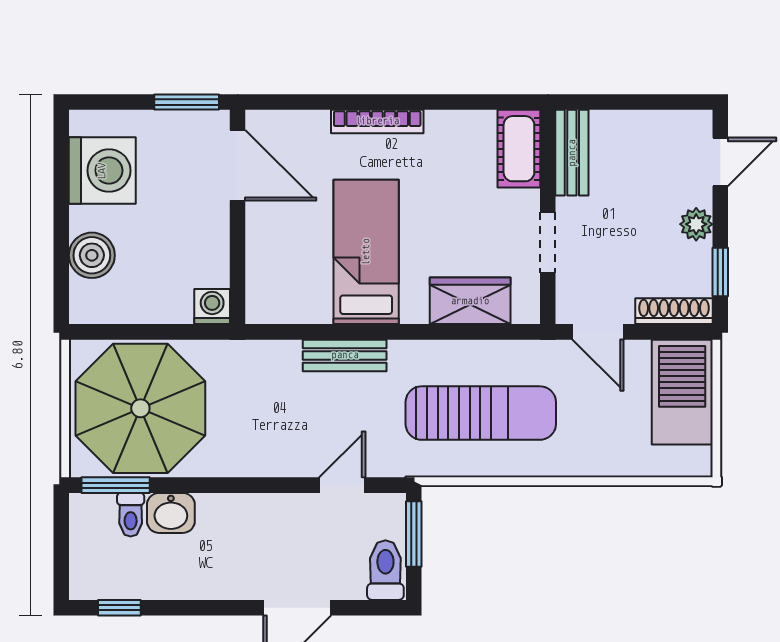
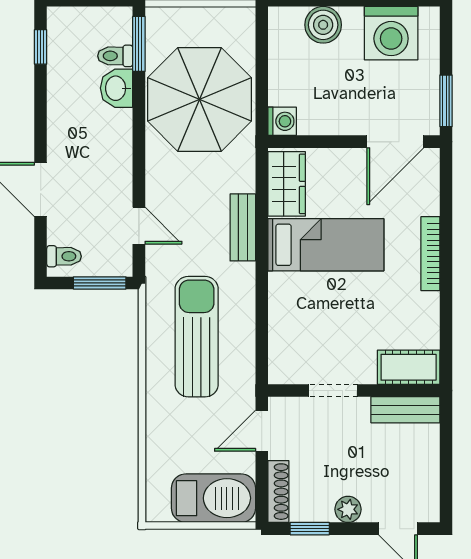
wardrobe: (470, 301) -> (287, 184), moved
parasol: (140, 408) -> (199, 99), moved
sun lounger: (481, 413) -> (197, 337), turned 180
toilet: (385, 570) -> (64, 256), width x0.73, depth x0.72

